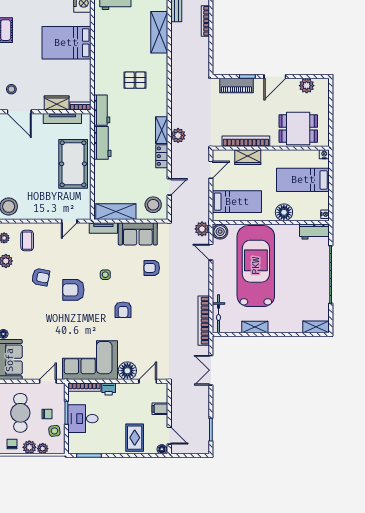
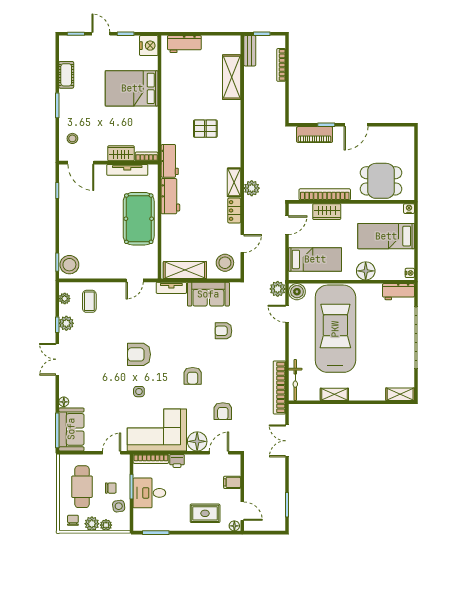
plant: (307, 86) -> (390, 135), removed
side table: (105, 275) -> (139, 392), moved
armchair: (41, 277) -> (223, 411), moved, turned 79
rug: (135, 438) -> (205, 513), turned 90

